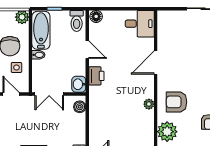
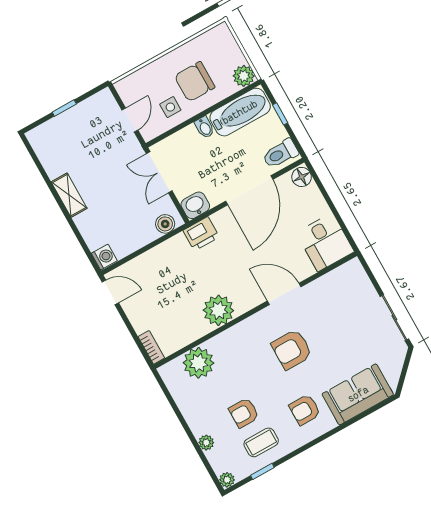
door: (87, 50) -> (249, 190), width x1.88
printer: (96, 76) -> (201, 234), moved
armchair: (177, 102) -> (292, 349), moved, turned -90
plant: (149, 104) -> (218, 310), width x1.87, depth x1.87

